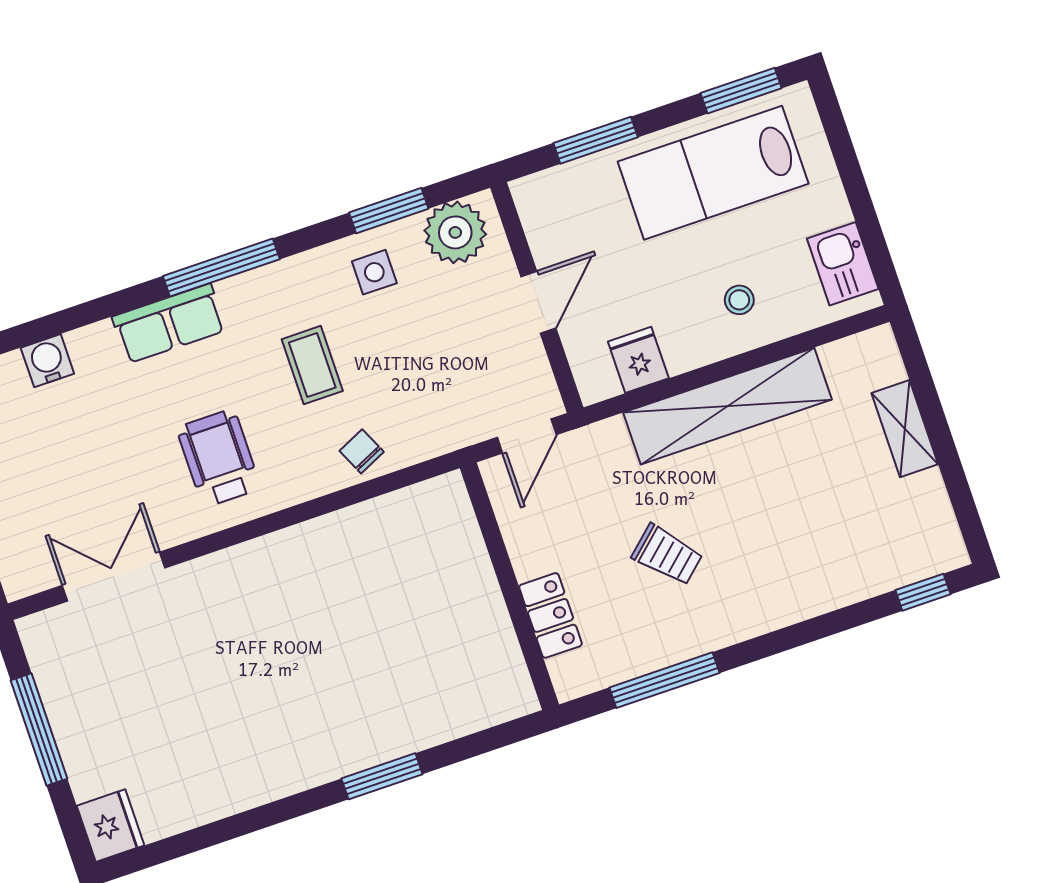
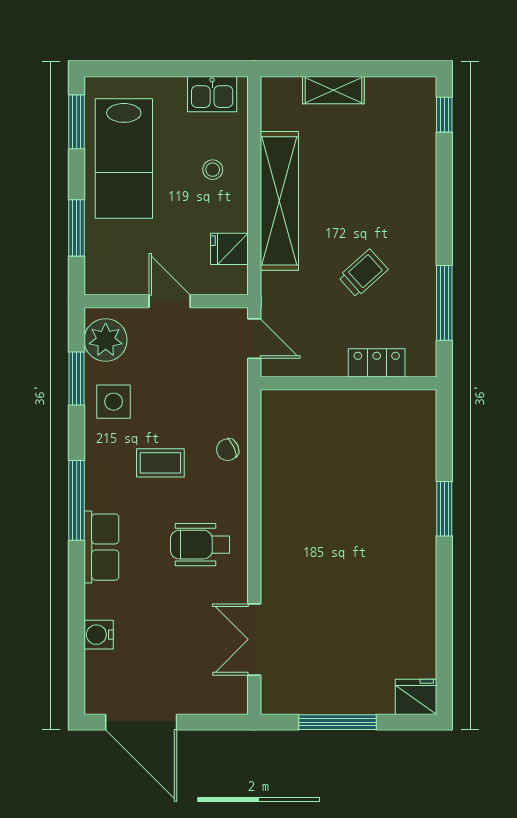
side table: (374, 272) -> (114, 402), width x1.37, depth x1.37

